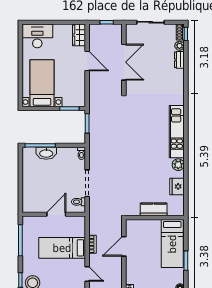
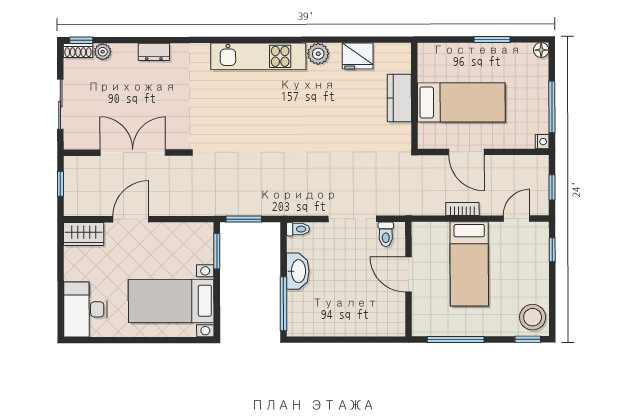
dresser: (179, 60) -> (154, 52), moved
washbasin: (46, 153) -> (298, 271), moved
bed: (172, 244) -> (461, 102), moved

